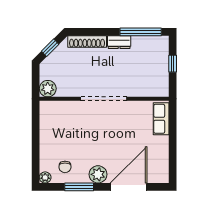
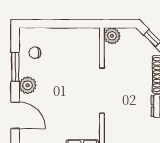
plant: (45, 177) -> (25, 33), removed
door: (128, 187) -> (15, 115), width x0.73

